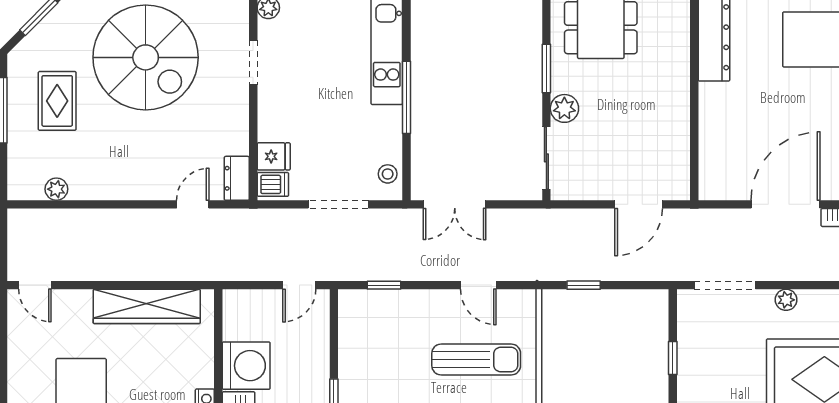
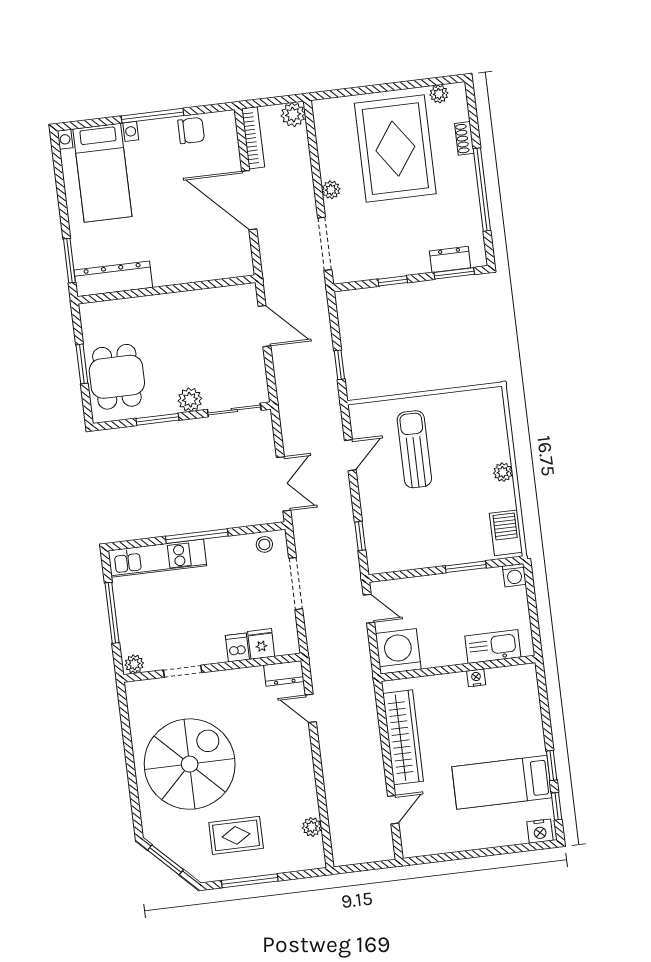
dishwasher: (273, 184) -> (237, 648), moved
door: (35, 285) -> (393, 810), moved
washing machine: (246, 366) -> (398, 651), moved

